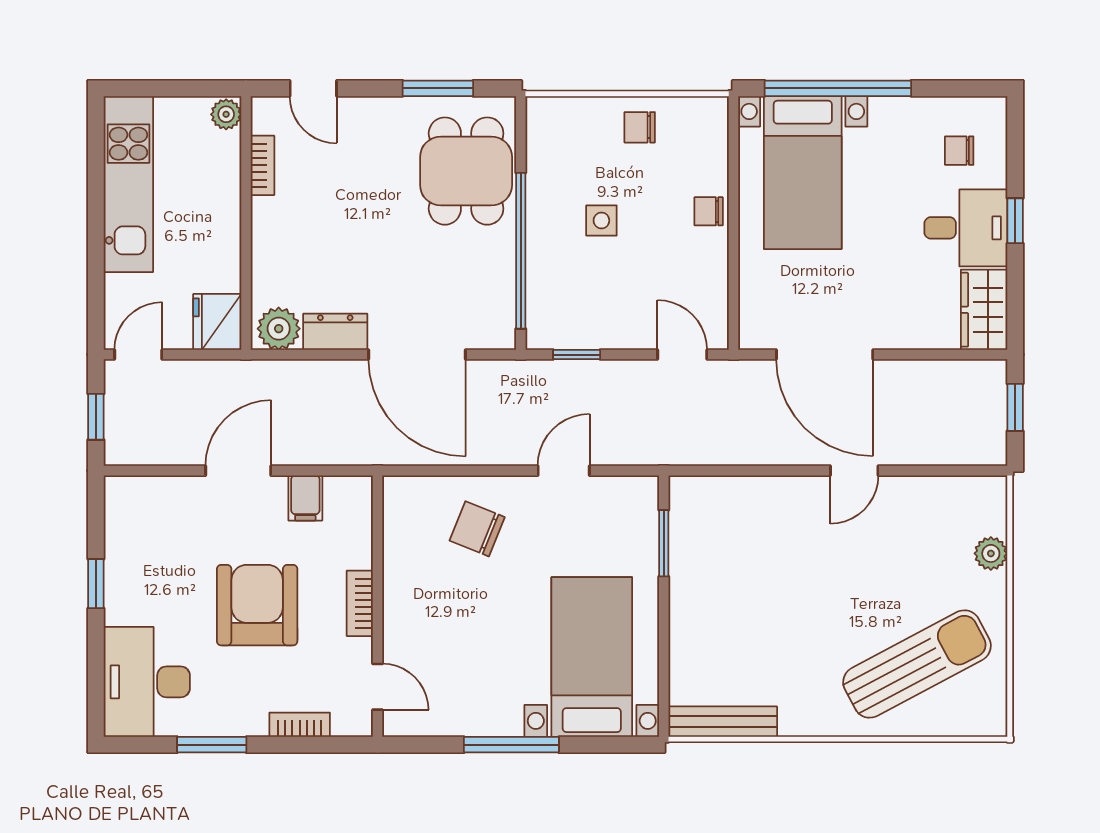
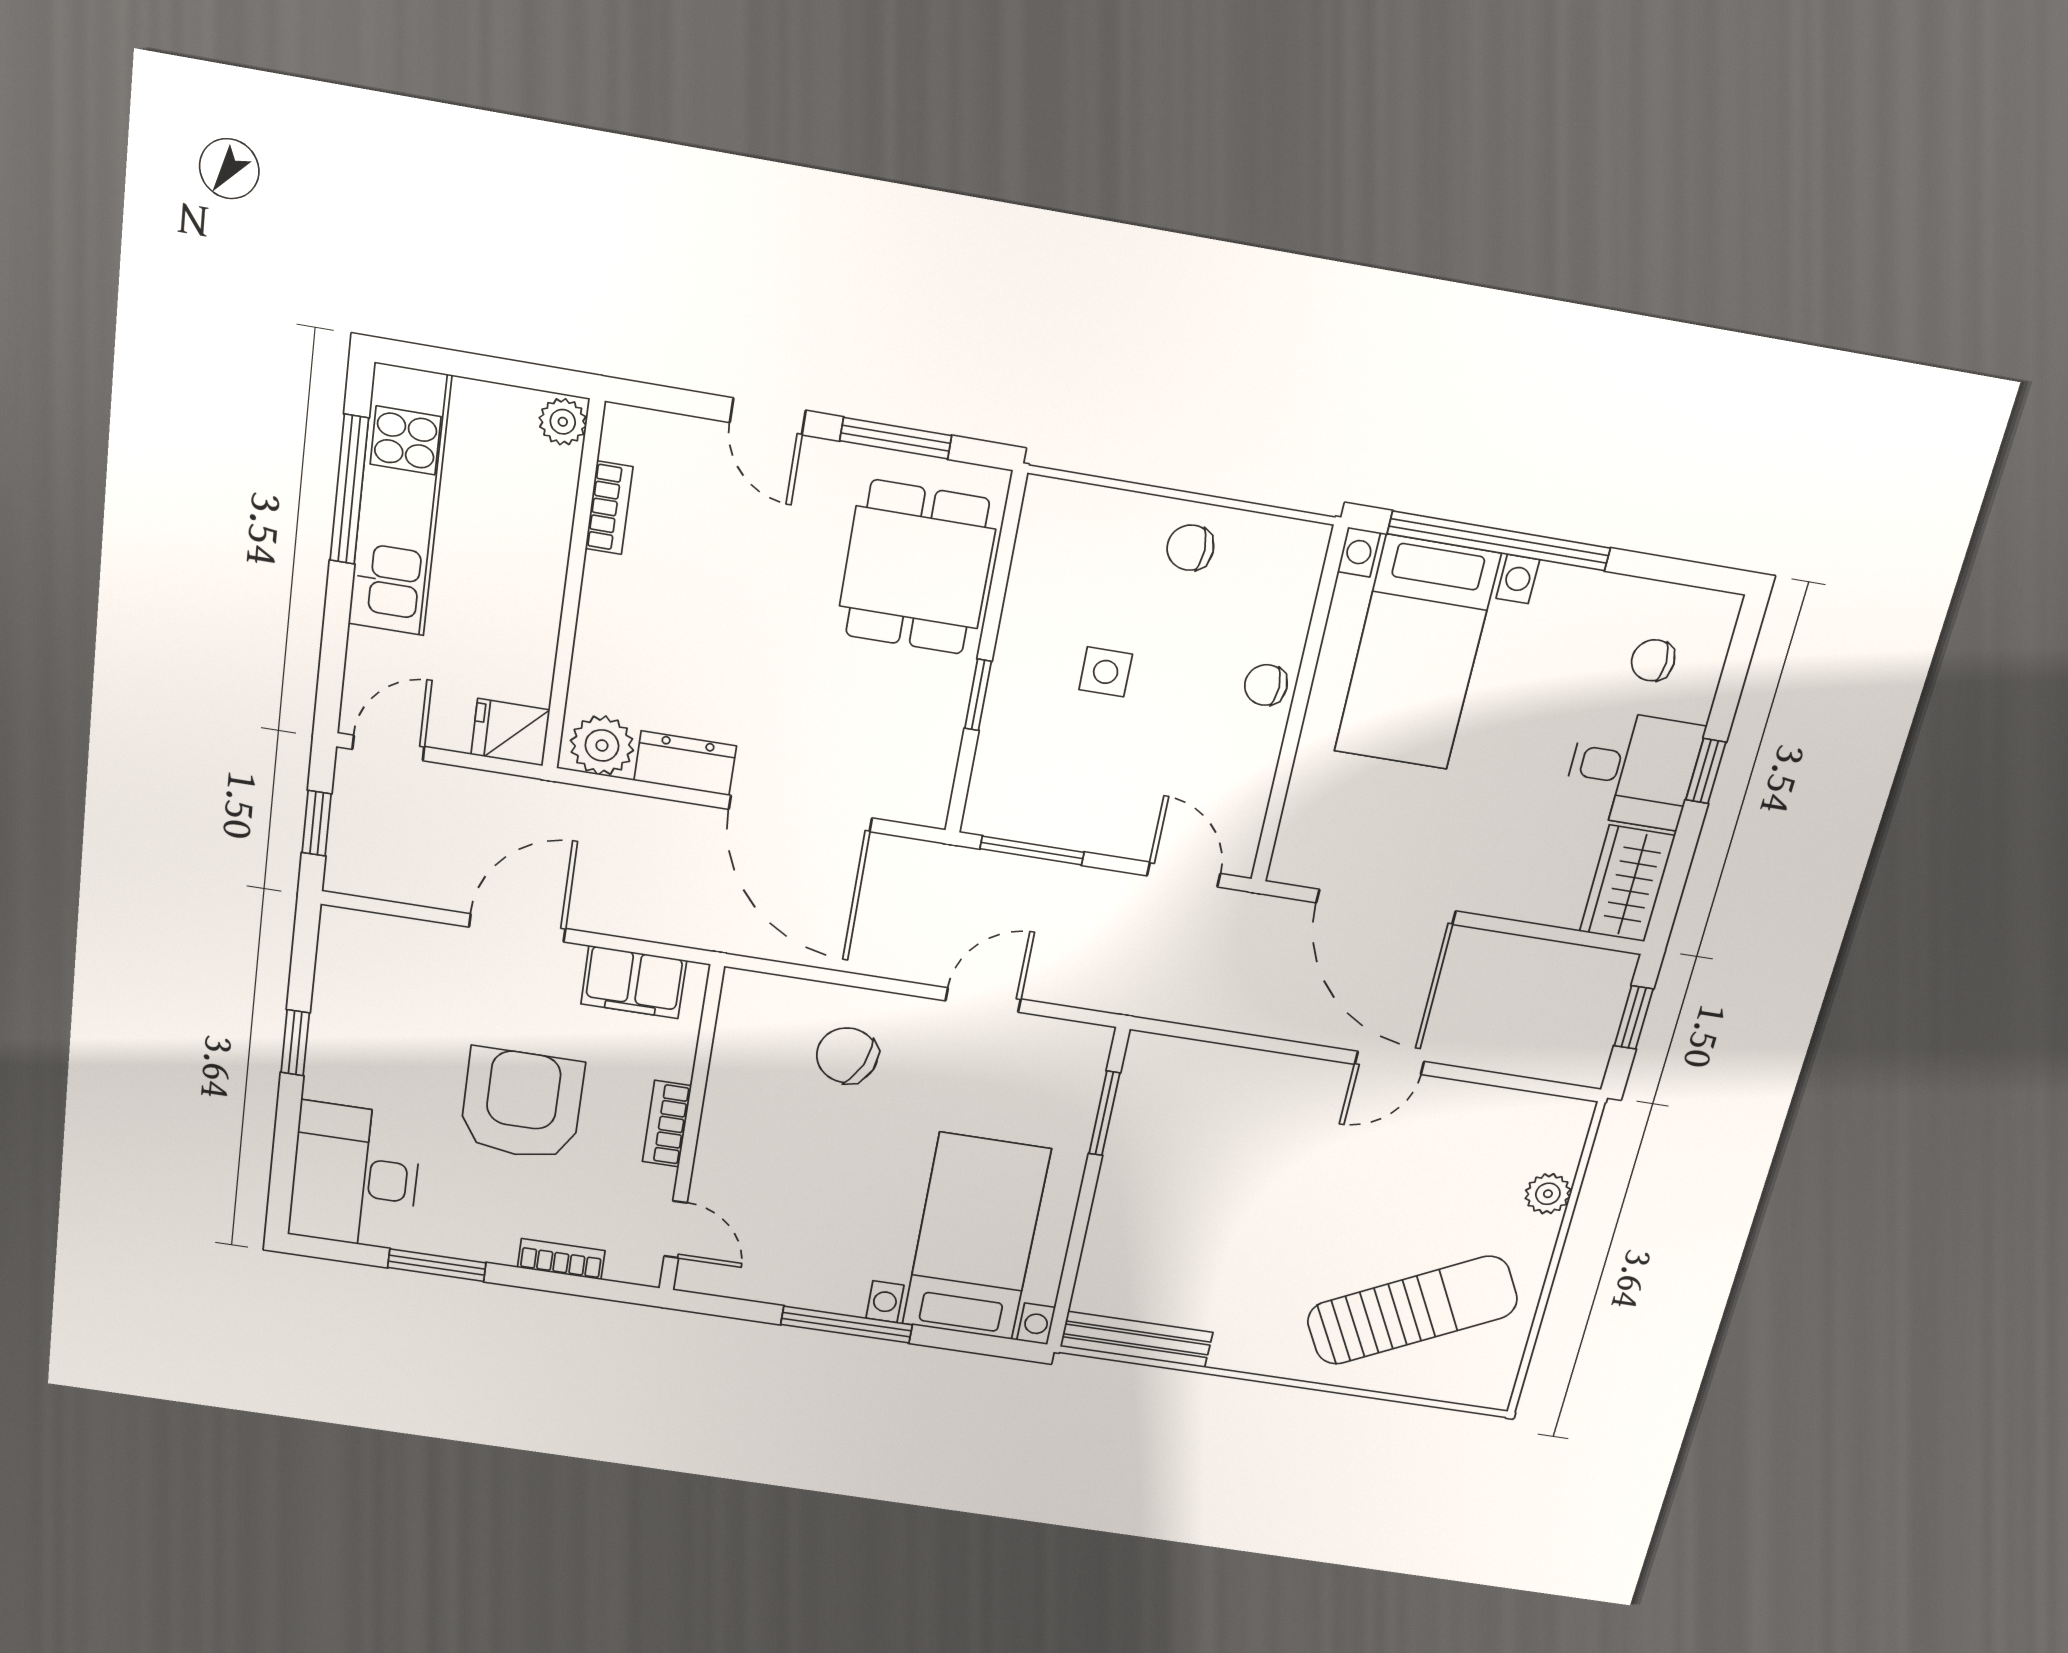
door: (313, 88) -> (768, 416), moved
window: (96, 182) -> (349, 490), added
window: (521, 251) -> (978, 695), width x0.32
fridge: (217, 322) -> (510, 732), width x0.72
window: (577, 355) -> (1032, 850), width x1.50
filing cabinet: (305, 498) -> (634, 982), width x2.00

